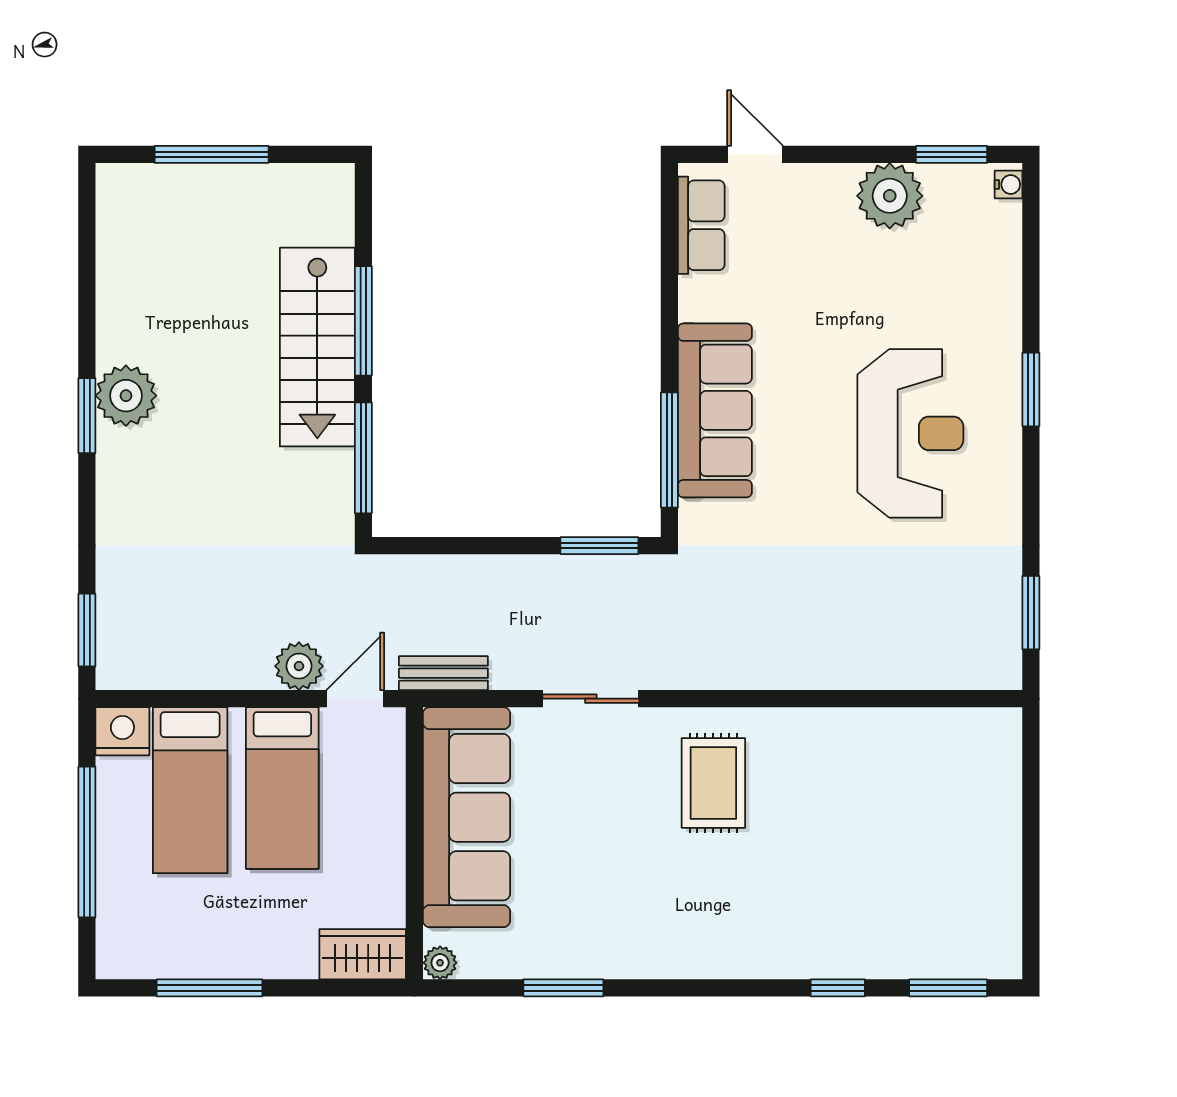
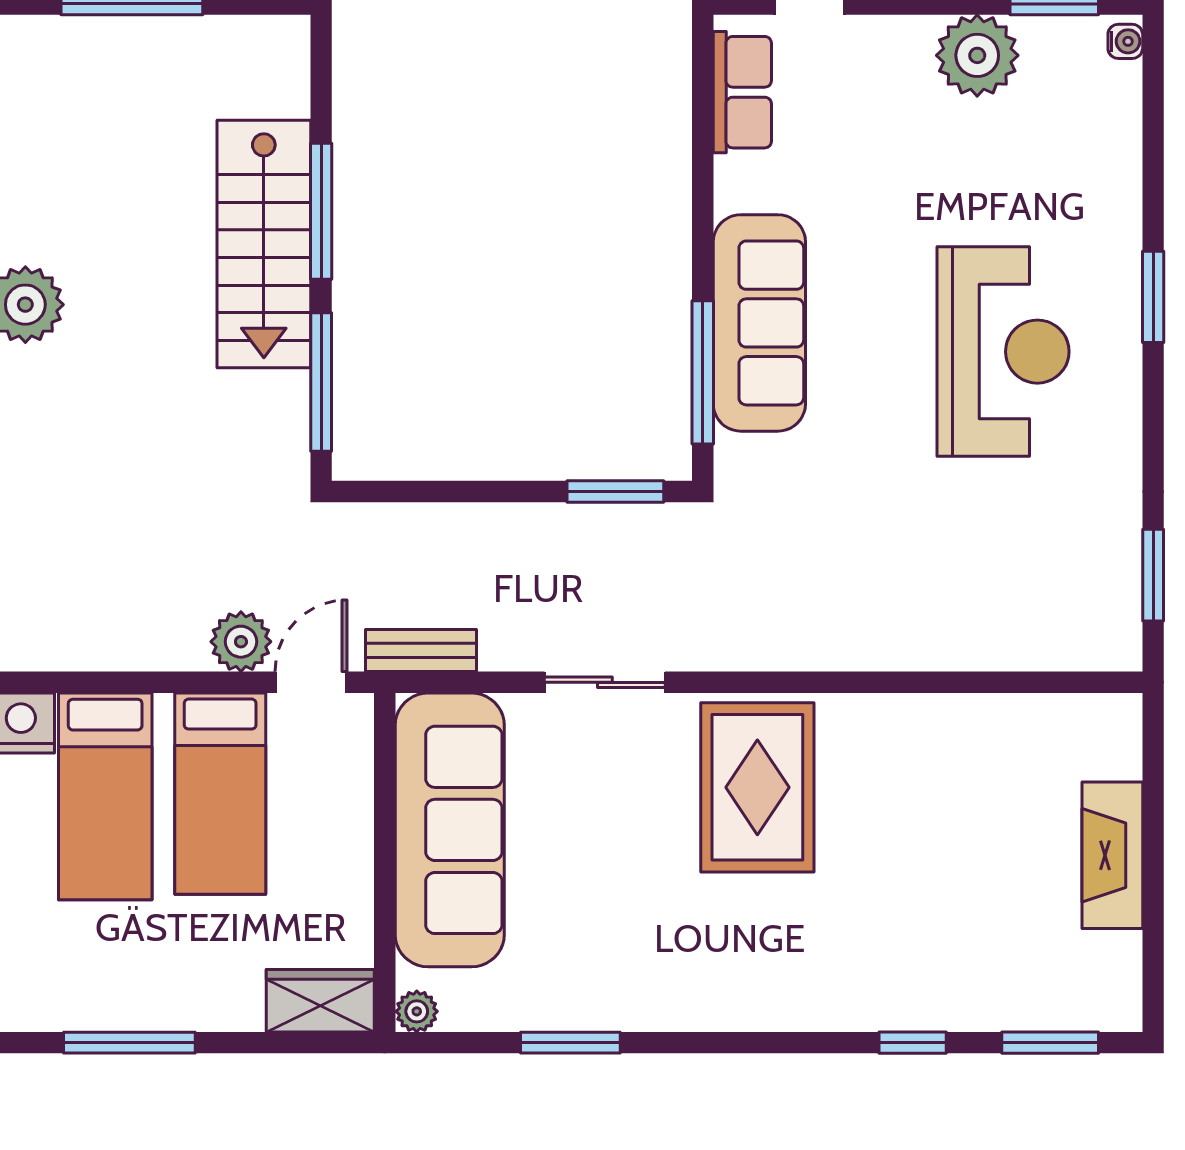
rug: (713, 783) -> (757, 787), width x1.36, depth x1.43
fireplace: (998, 837) -> (1112, 855), added

